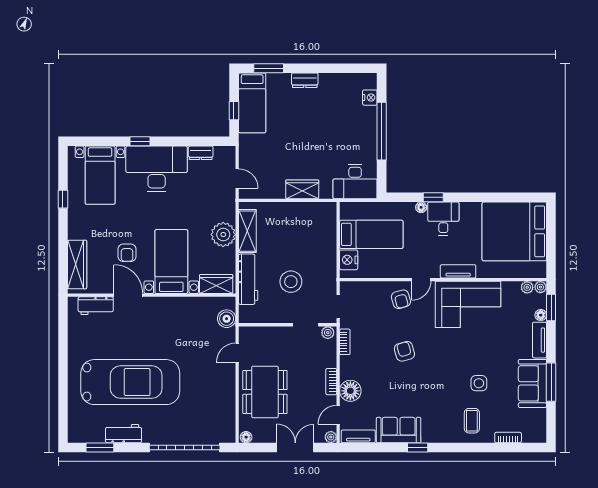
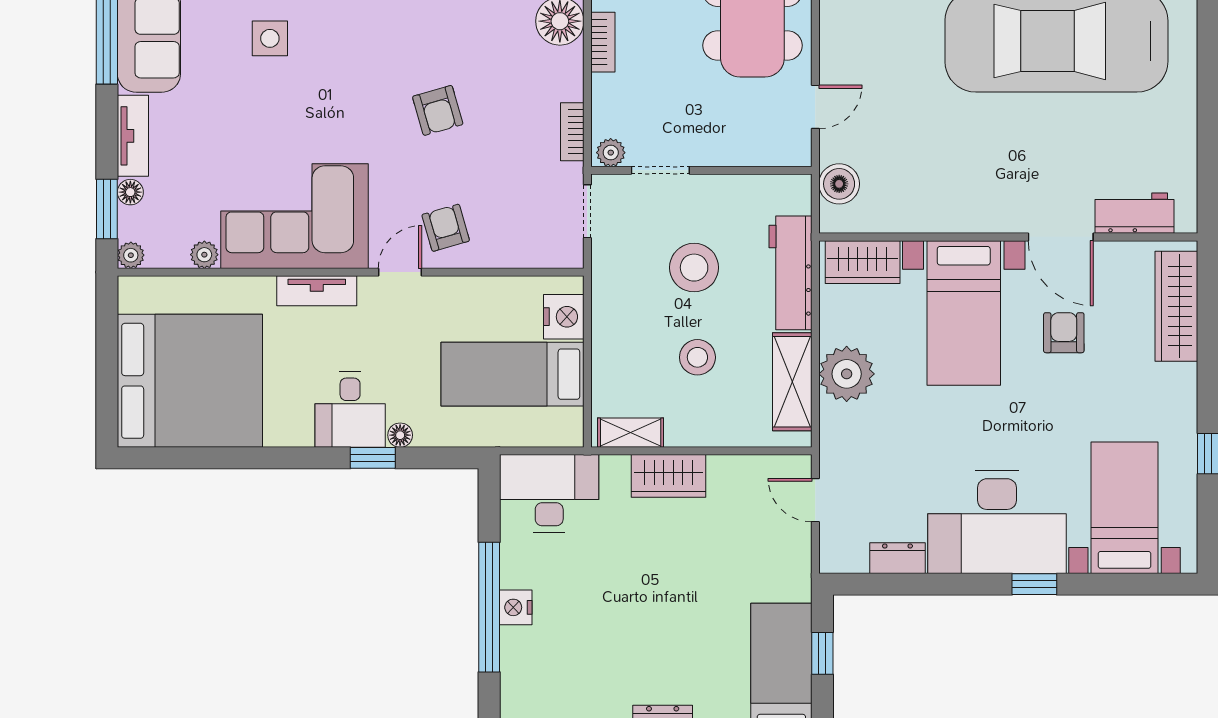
nightstand: (370, 98) -> (516, 607), moved
shelving: (319, 208) -> (631, 433), added
stool: (289, 242) -> (697, 357), added
plant: (527, 287) -> (204, 255), moved

